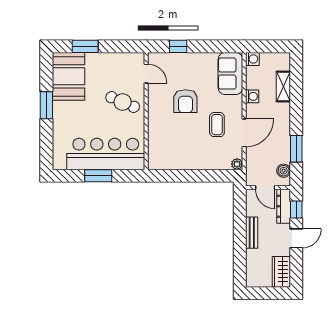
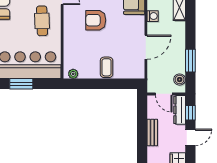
armchair: (185, 101) -> (96, 20), turned 90
cafe table: (123, 102) -> (42, 21), turned 65
coffee table: (217, 125) -> (107, 67), moved
plant: (237, 164) -> (73, 74), moved

